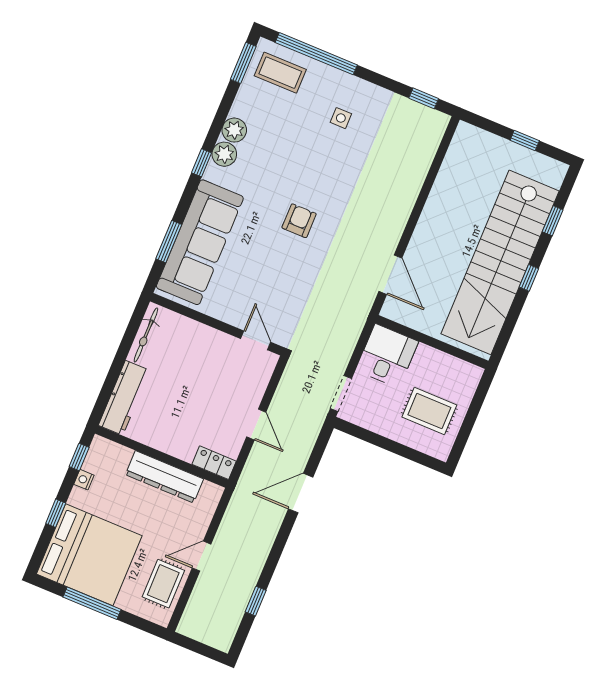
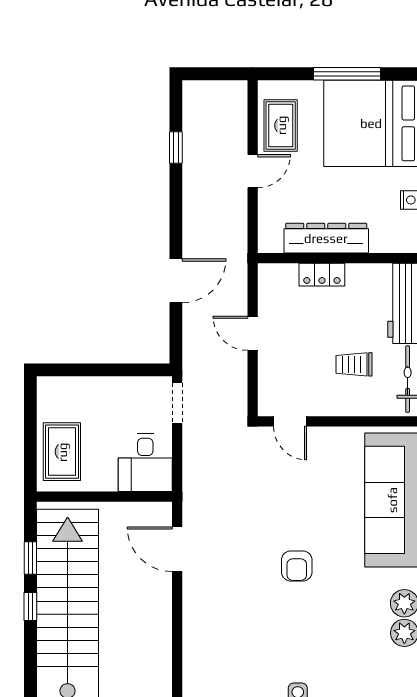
window: (553, 221) -> (30, 558), moved
trolley: (185, 365) -> (354, 364), added
rug: (429, 411) -> (62, 452), moved, turned 90
locker: (214, 463) -> (322, 275), moved

